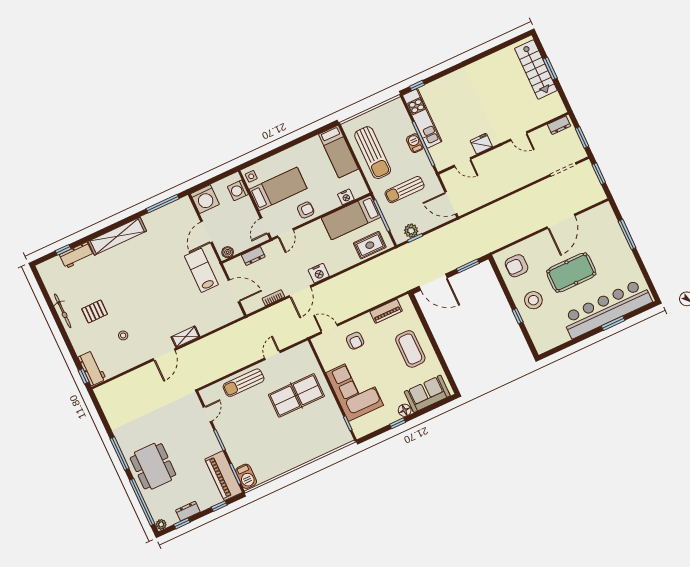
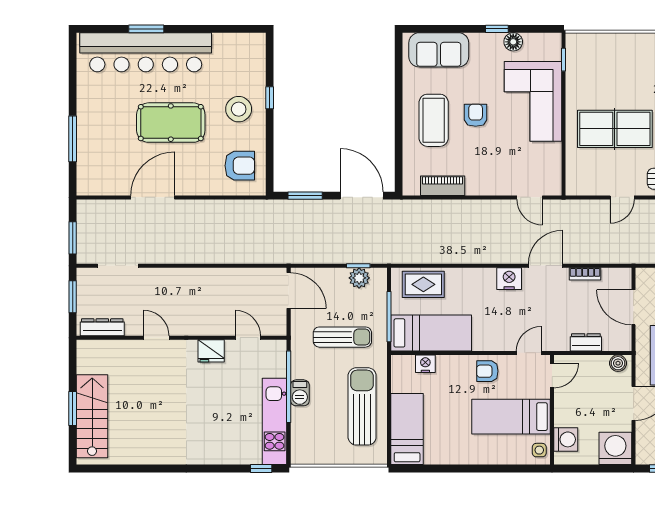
dresser: (559, 125) -> (102, 327), width x1.44
armchair: (355, 341) -> (476, 115), moved
floor lamp: (405, 410) -> (513, 42), moved

